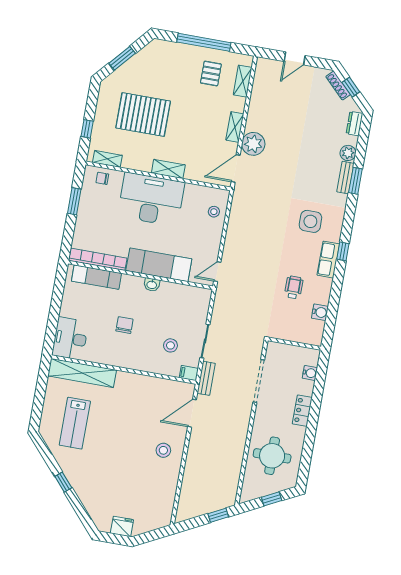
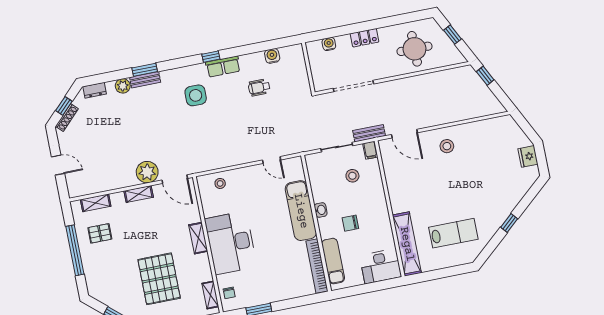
bookcase: (98, 259) -> (317, 266), moved
exam couch: (159, 265) -> (301, 211), moved
wall: (140, 275) -> (316, 223), moved
exam couch: (96, 277) -> (333, 261), moved
washbasin: (152, 285) -> (321, 210), moved

